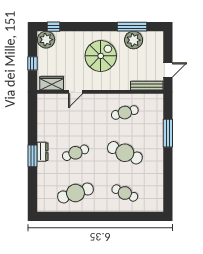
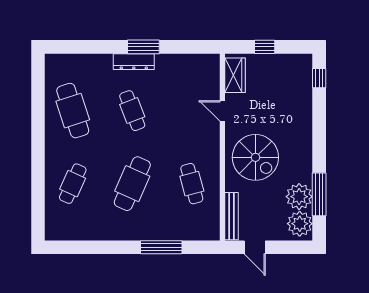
plant: (46, 40) -> (300, 224), moved
spiral stairs: (101, 56) -> (255, 157), moved
dresser: (42, 152) -> (134, 62), width x1.44
window: (32, 156) -> (143, 47), moved

